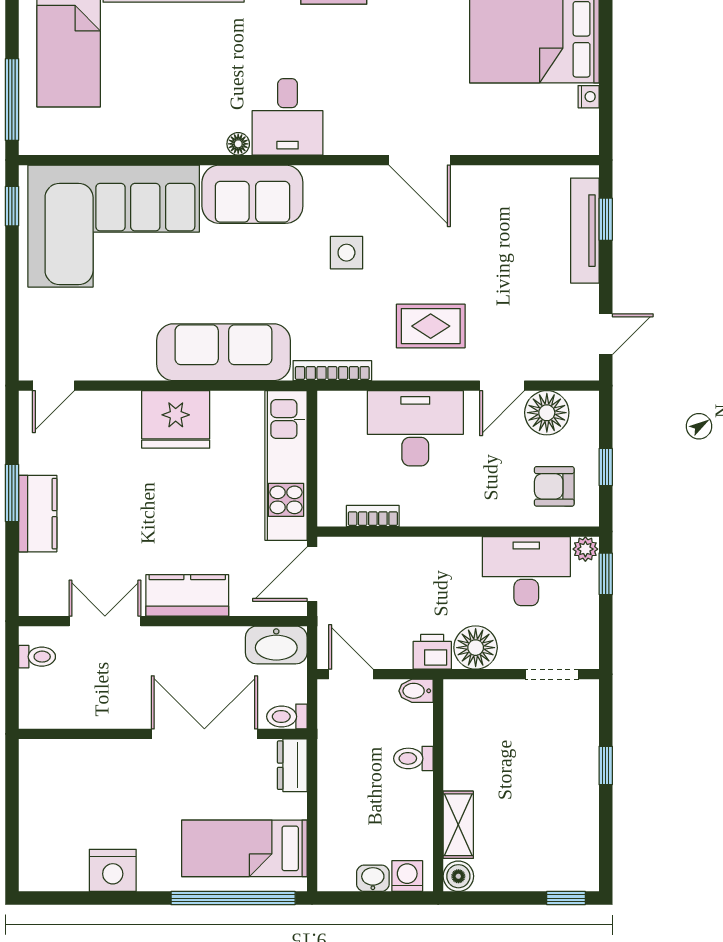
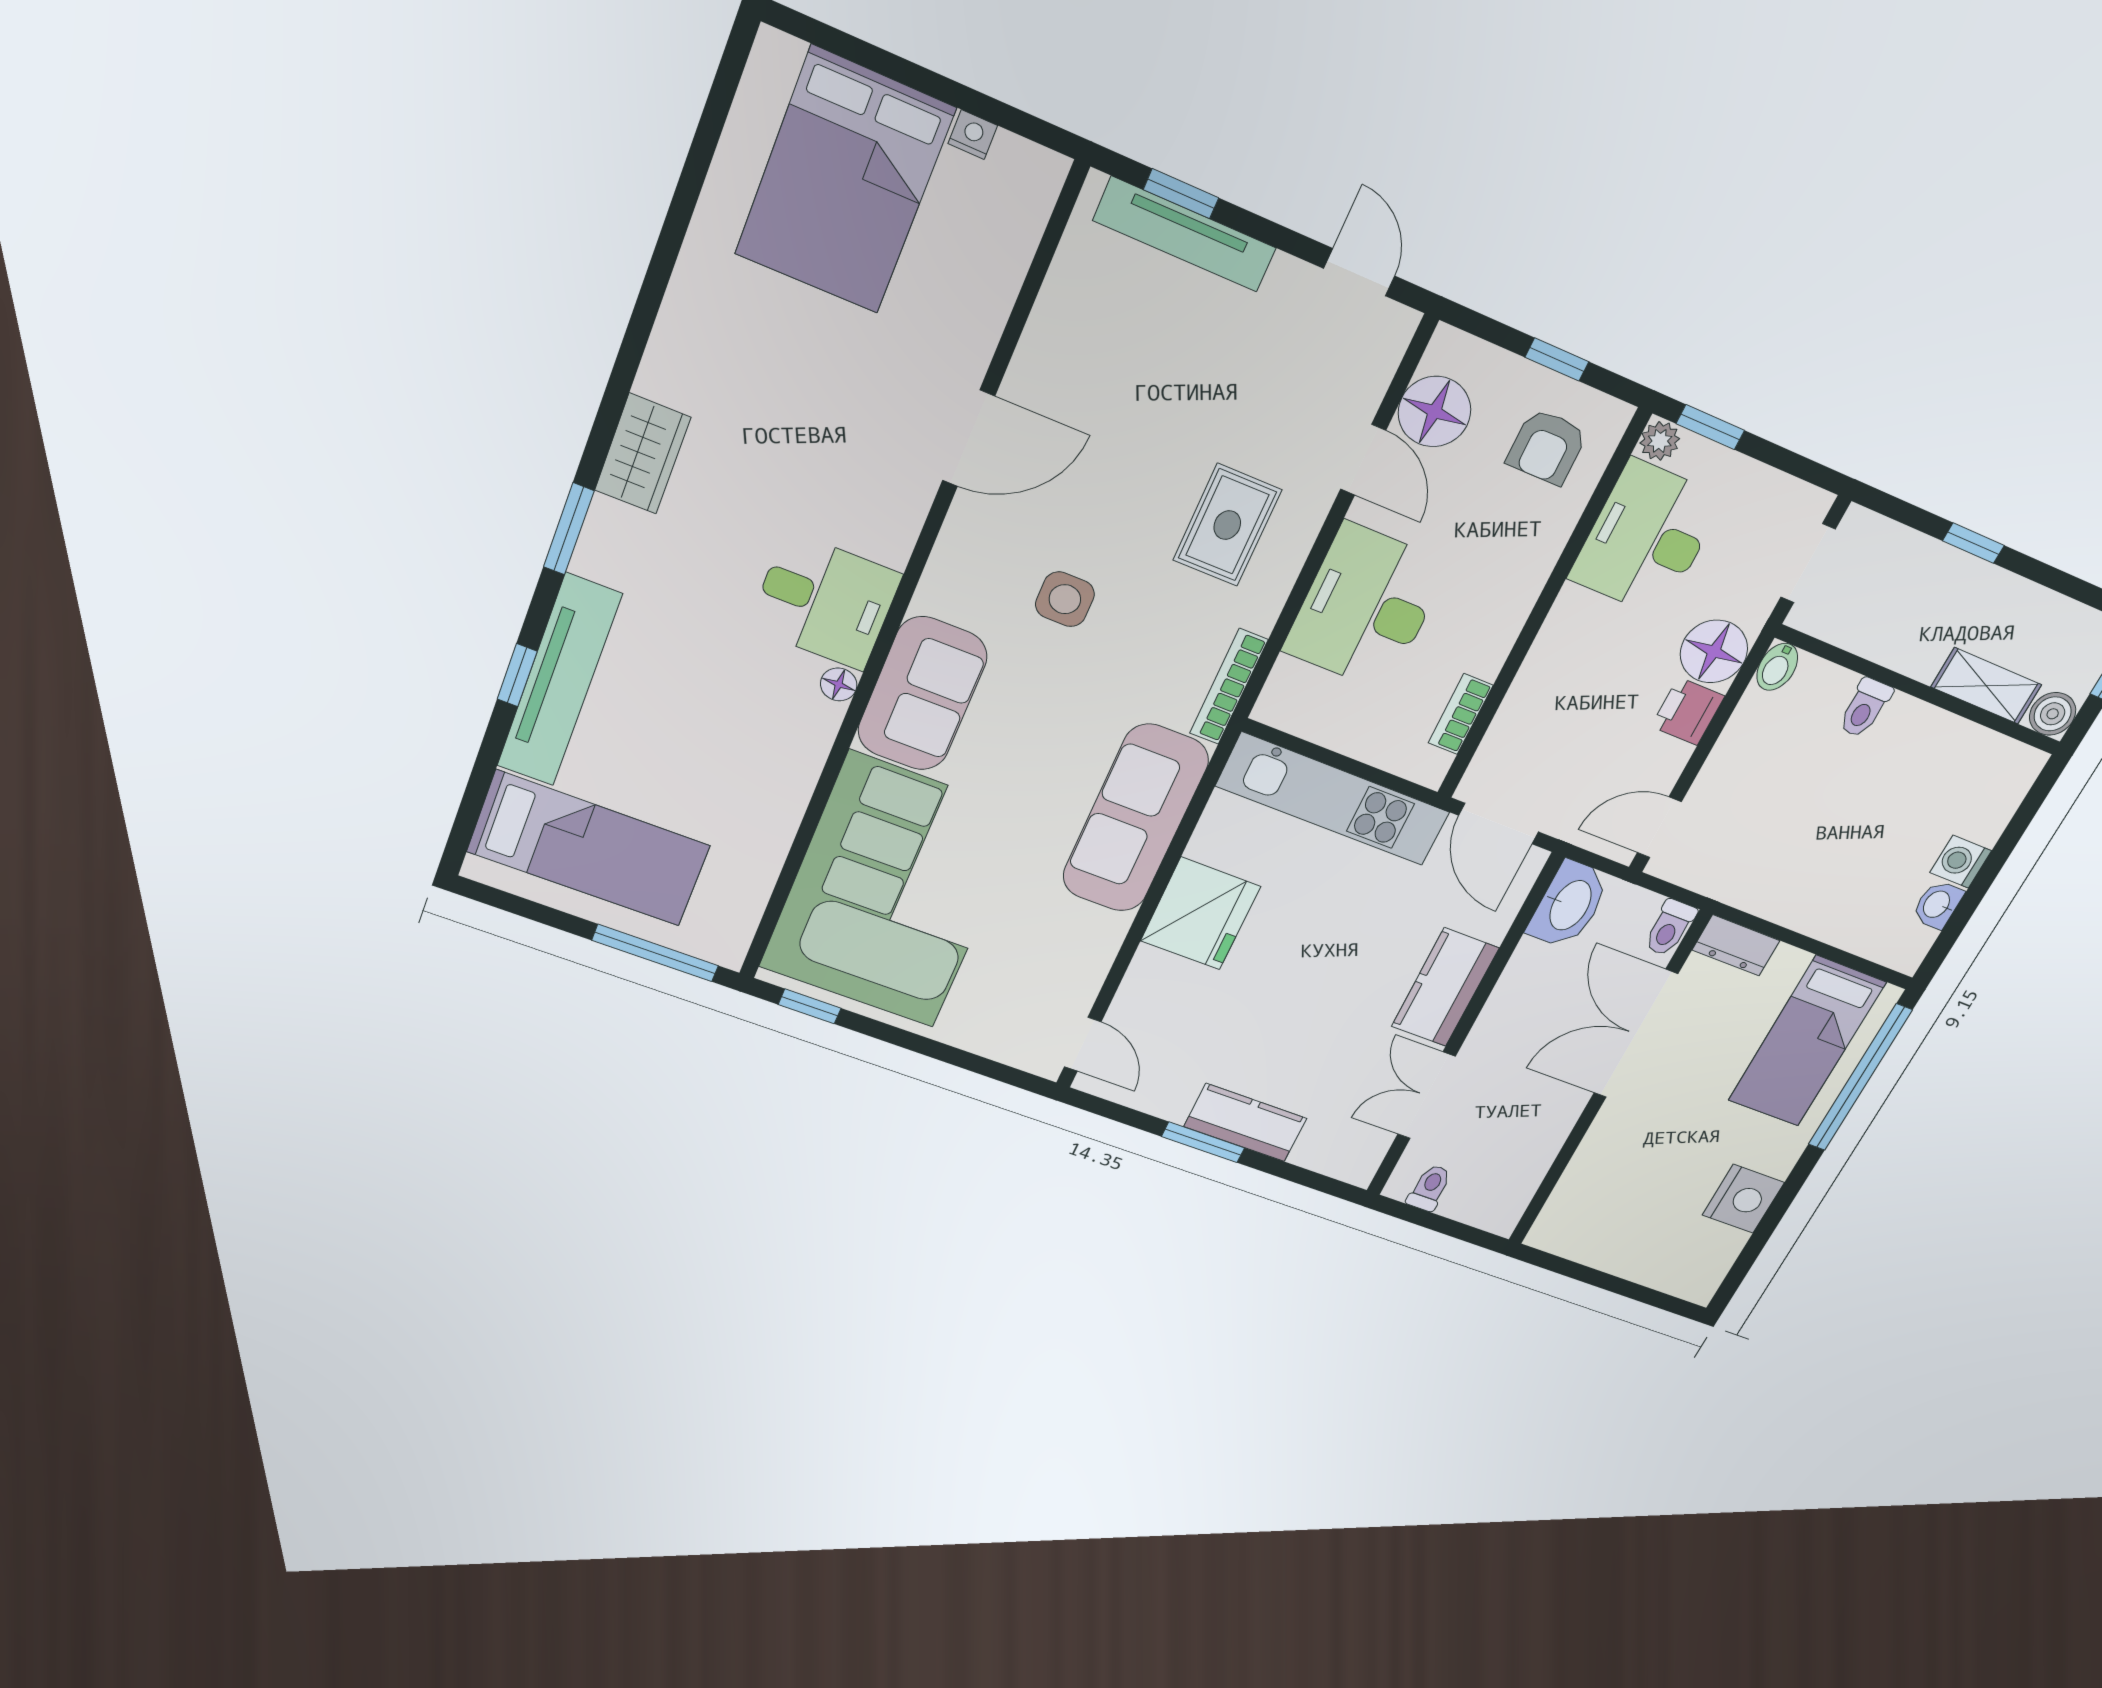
bidet: (416, 691) -> (1777, 667), moved
toilet: (413, 758) -> (1865, 708), moved
wall: (438, 785) -> (1919, 690), moved
shelving: (458, 825) -> (1986, 686), moved
boiler: (458, 876) -> (2053, 714), moved

